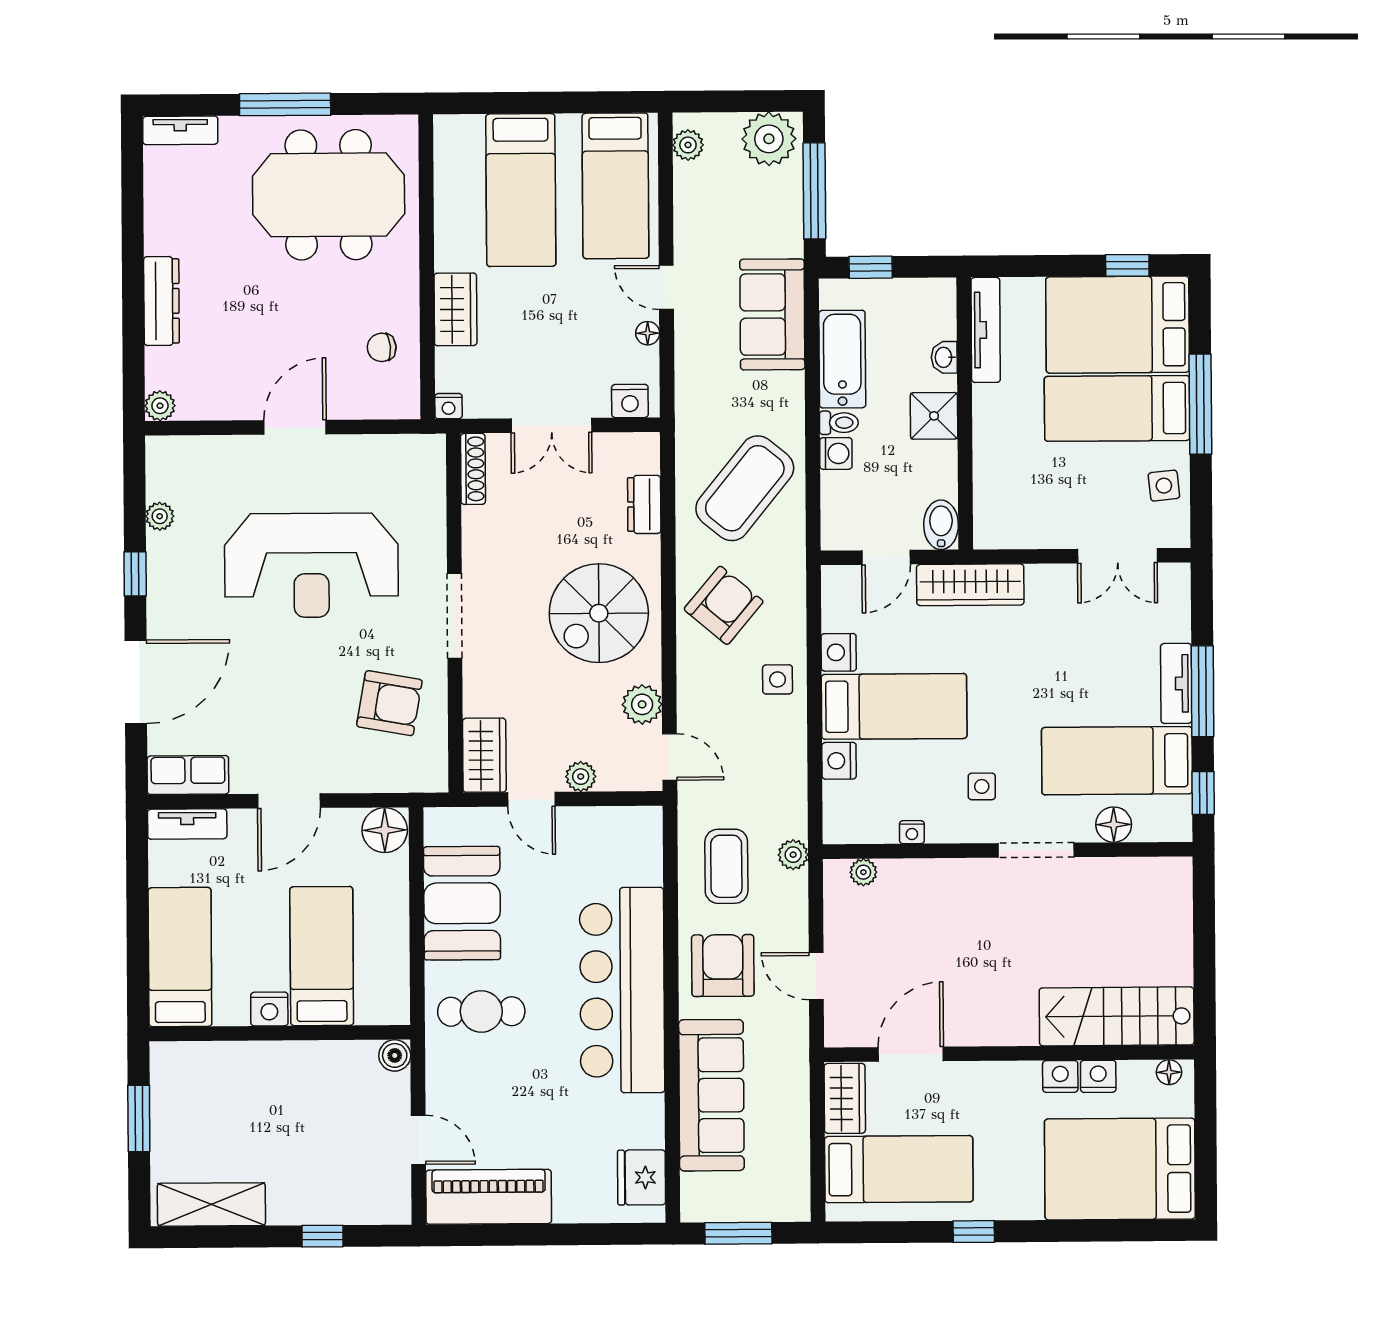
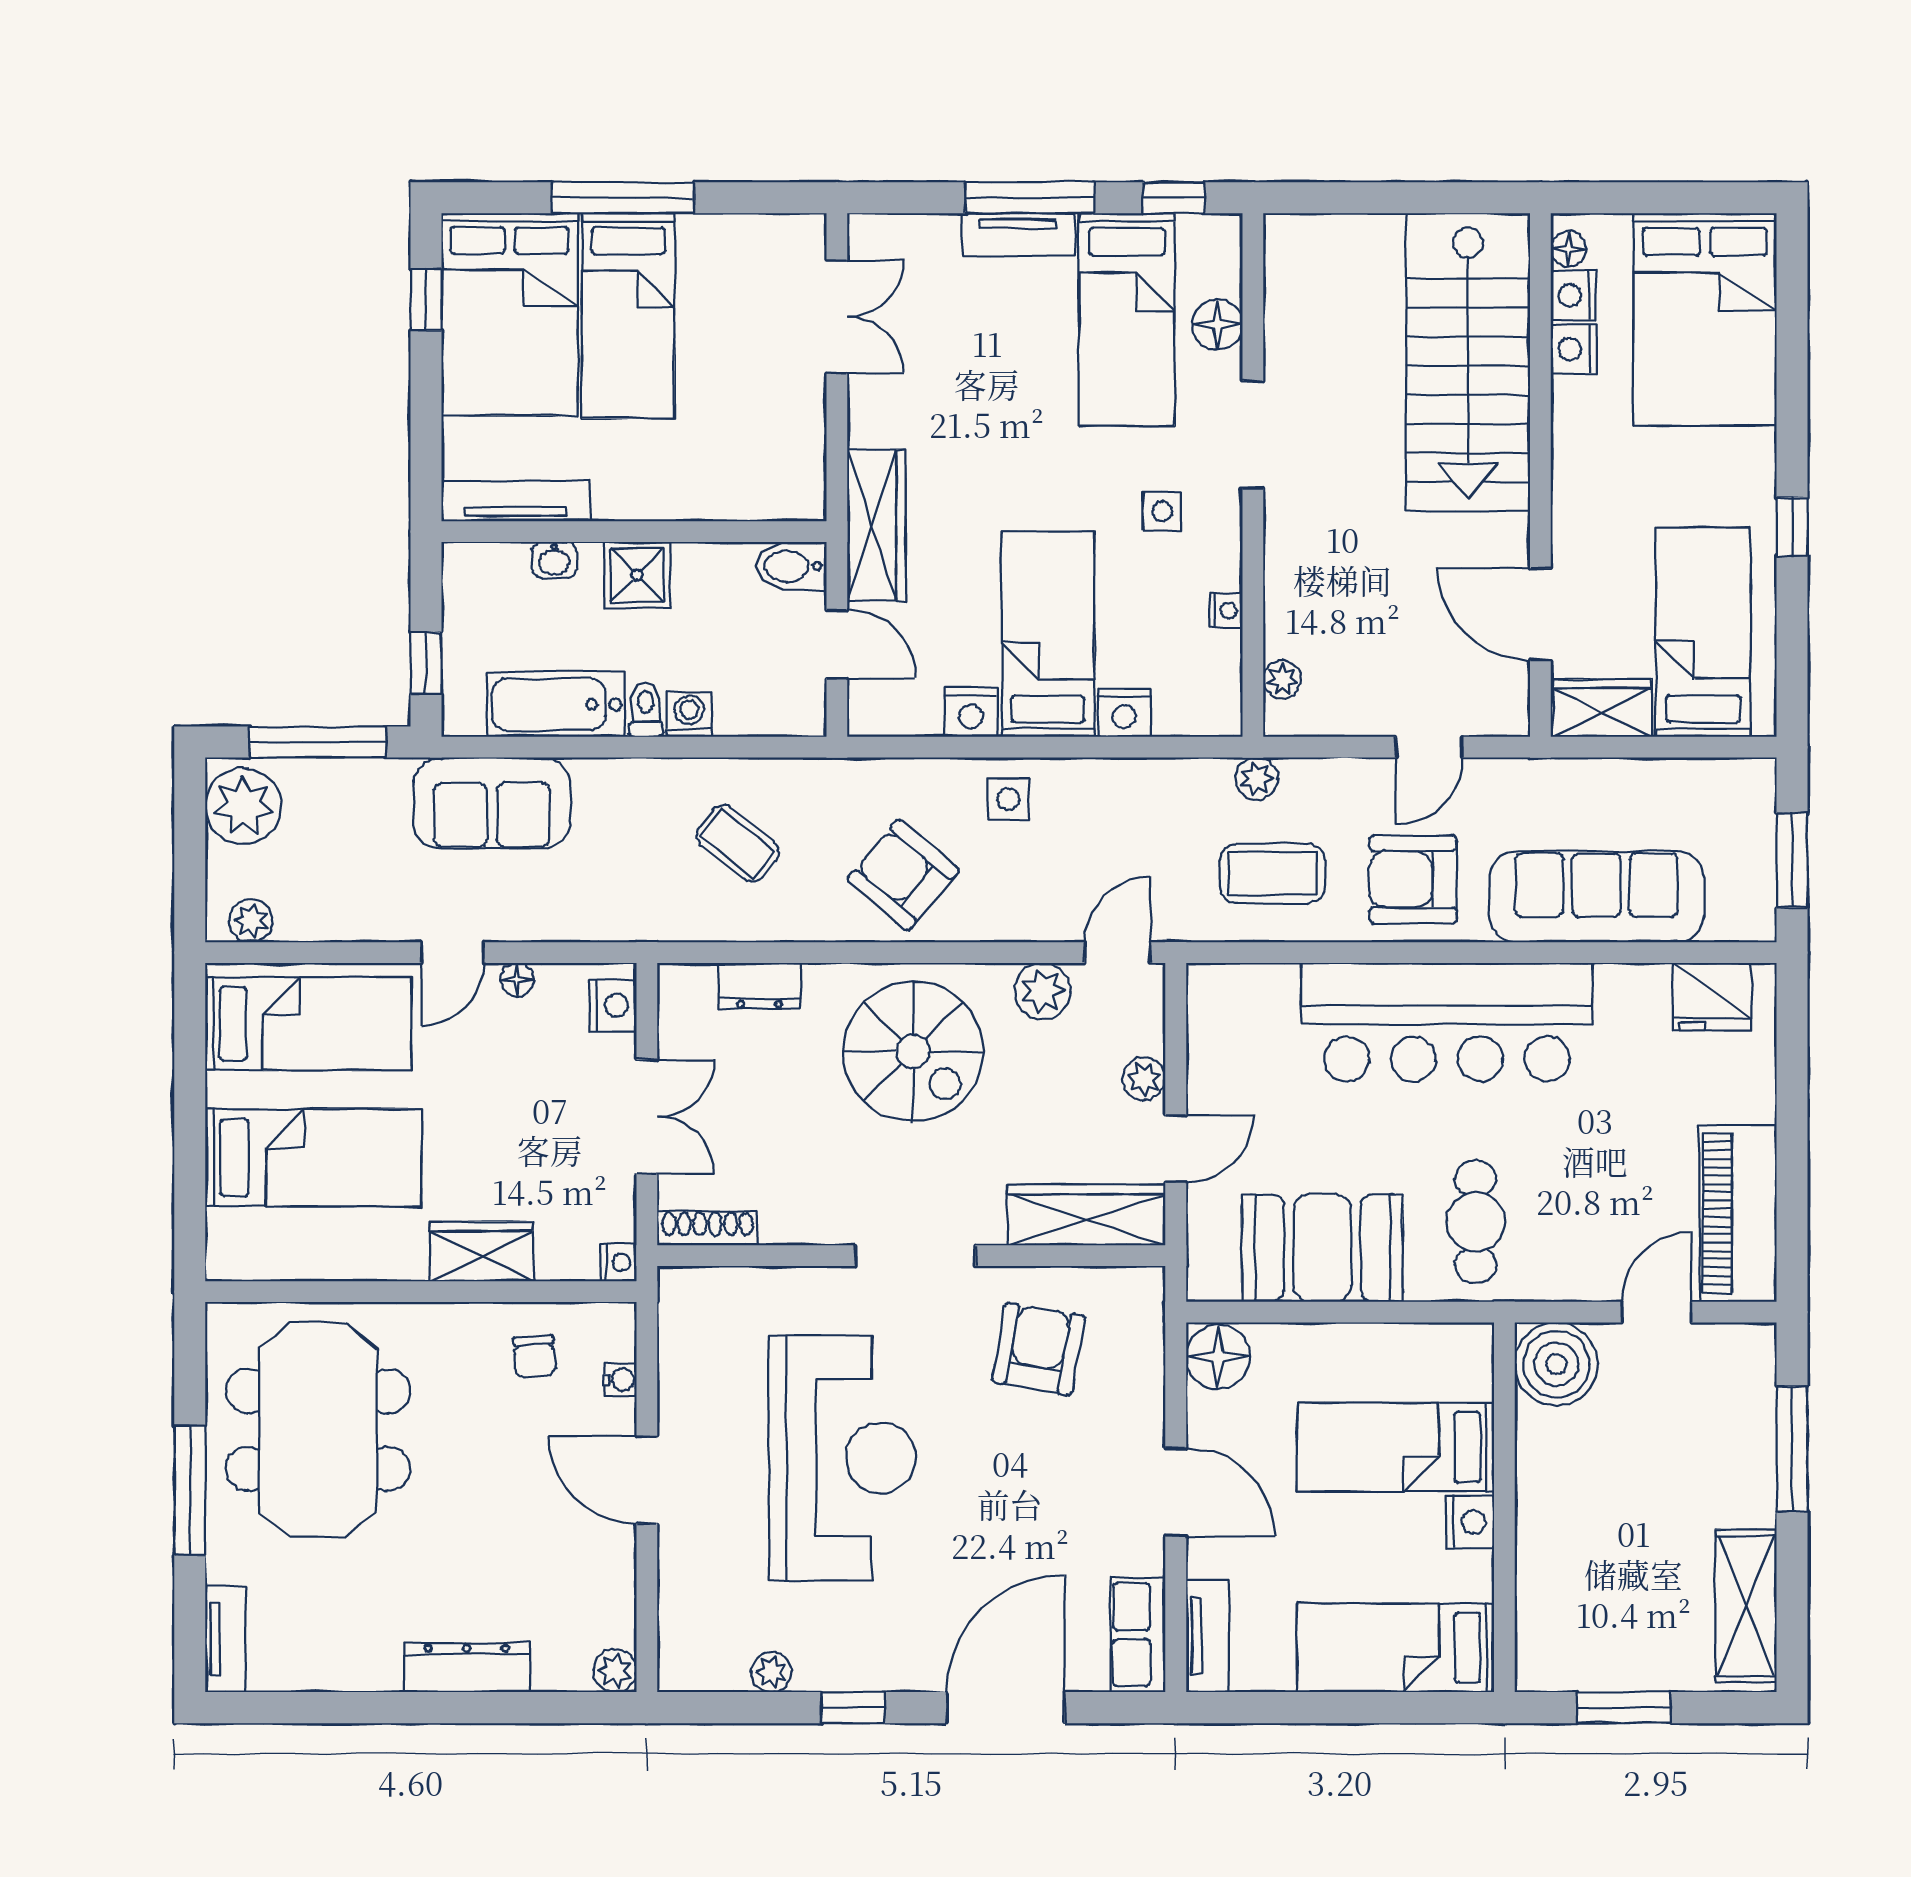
water cooler: (366, 408) -> (620, 1380), added
side table: (1164, 486) -> (738, 250), removed
coffee table: (745, 488) -> (738, 844), width x0.54, depth x0.58
door: (136, 682) -> (1006, 1708), hinge flipped
wardrobe: (484, 755) -> (1087, 1215), width x1.50
stairs: (1117, 1016) -> (1468, 362), width x1.36, depth x1.51
boiler: (395, 1055) -> (1556, 1364), width x1.86, depth x1.86
nightstand: (1060, 1076) -> (1573, 295), moved
window: (322, 1236) -> (1792, 1449), width x2.17

